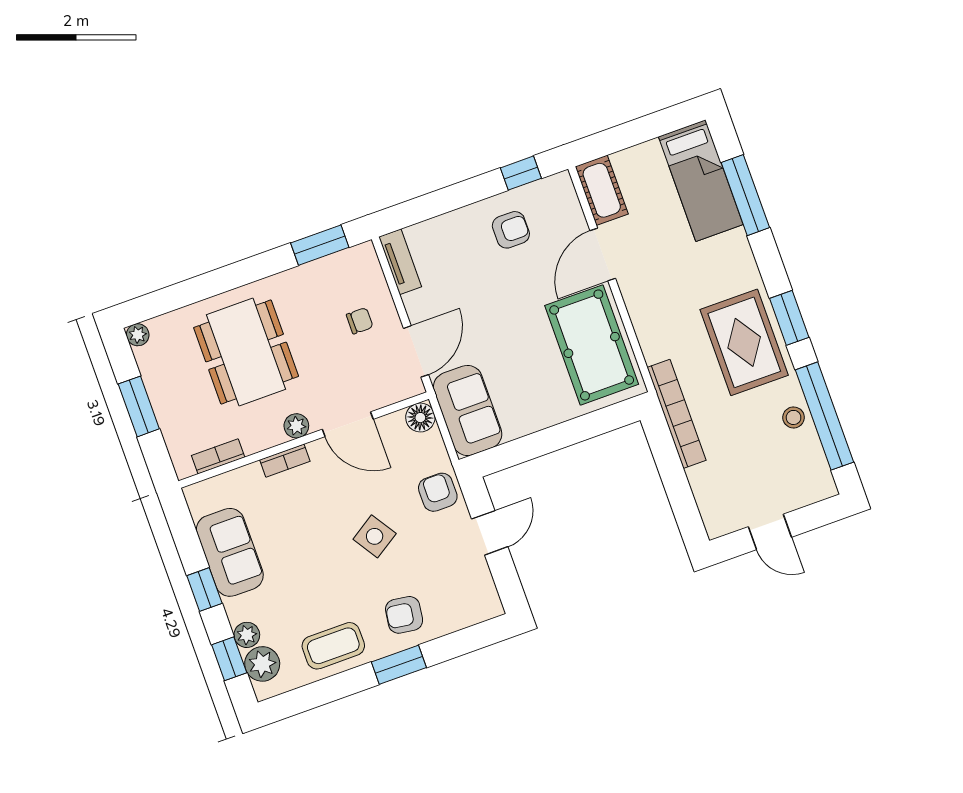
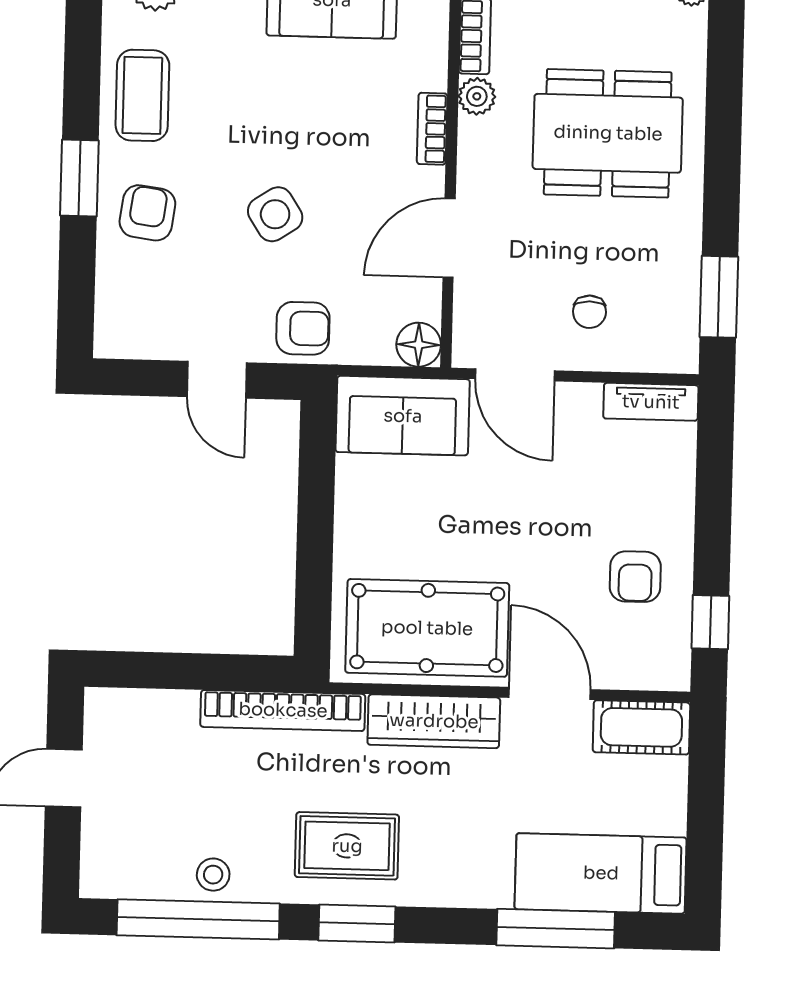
wardrobe: (647, 319) -> (434, 721), added
rug: (744, 342) -> (347, 846), width x0.73, depth x0.70
plant: (296, 426) -> (477, 96), moved

